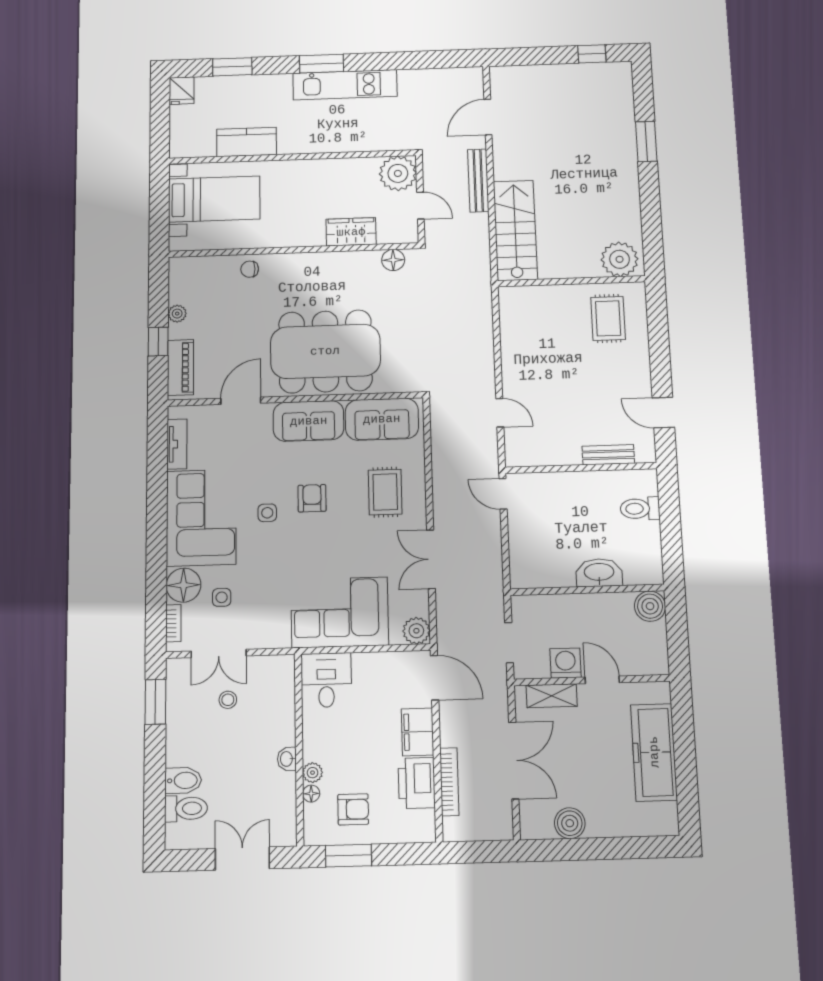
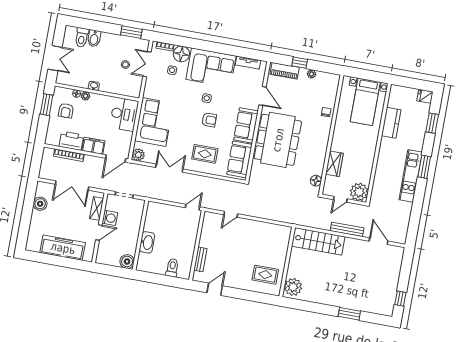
desk: (326, 680) -> (124, 114), width x1.37

